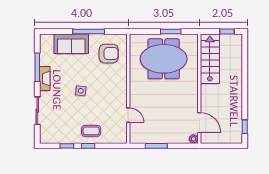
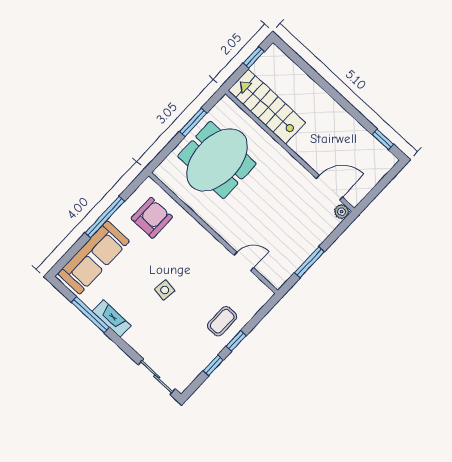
sofa: (71, 44) -> (94, 257), width x1.36
sliding door: (37, 111) -> (157, 377), moved

